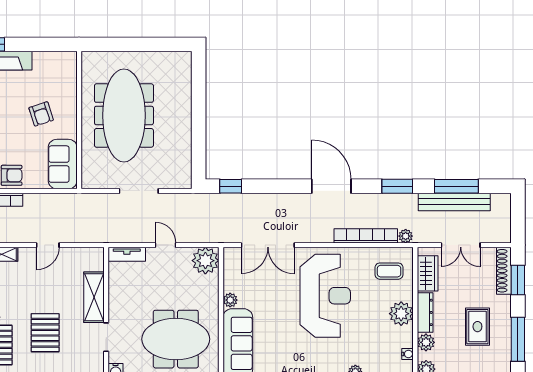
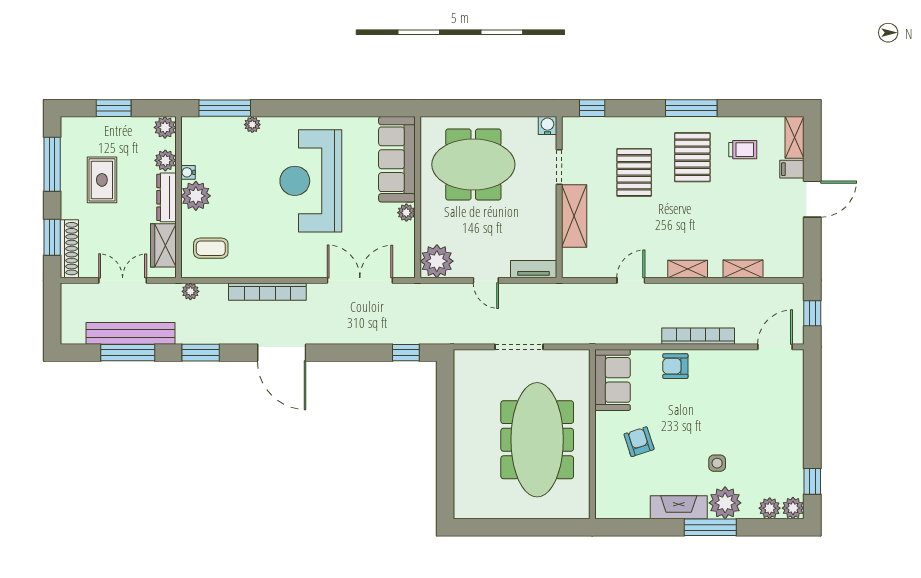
bookcase: (366, 236) -> (267, 292), moved
reception desk: (325, 296) -> (311, 181), moved
water cooler: (408, 354) -> (188, 172), moved

